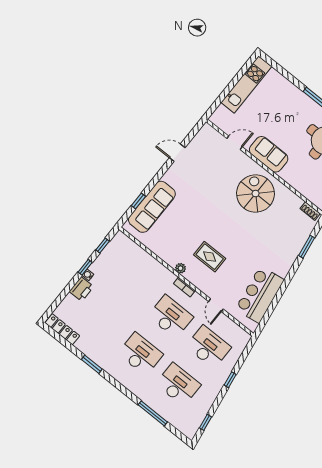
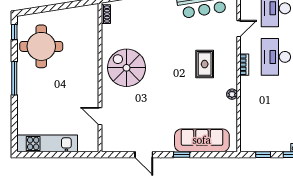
sofa: (269, 154) -> (88, 82), removed
spiral stairs: (256, 194) -> (127, 68), turned 90
window: (138, 201) -> (182, 155), moved
plant: (180, 268) -> (232, 94), moved

